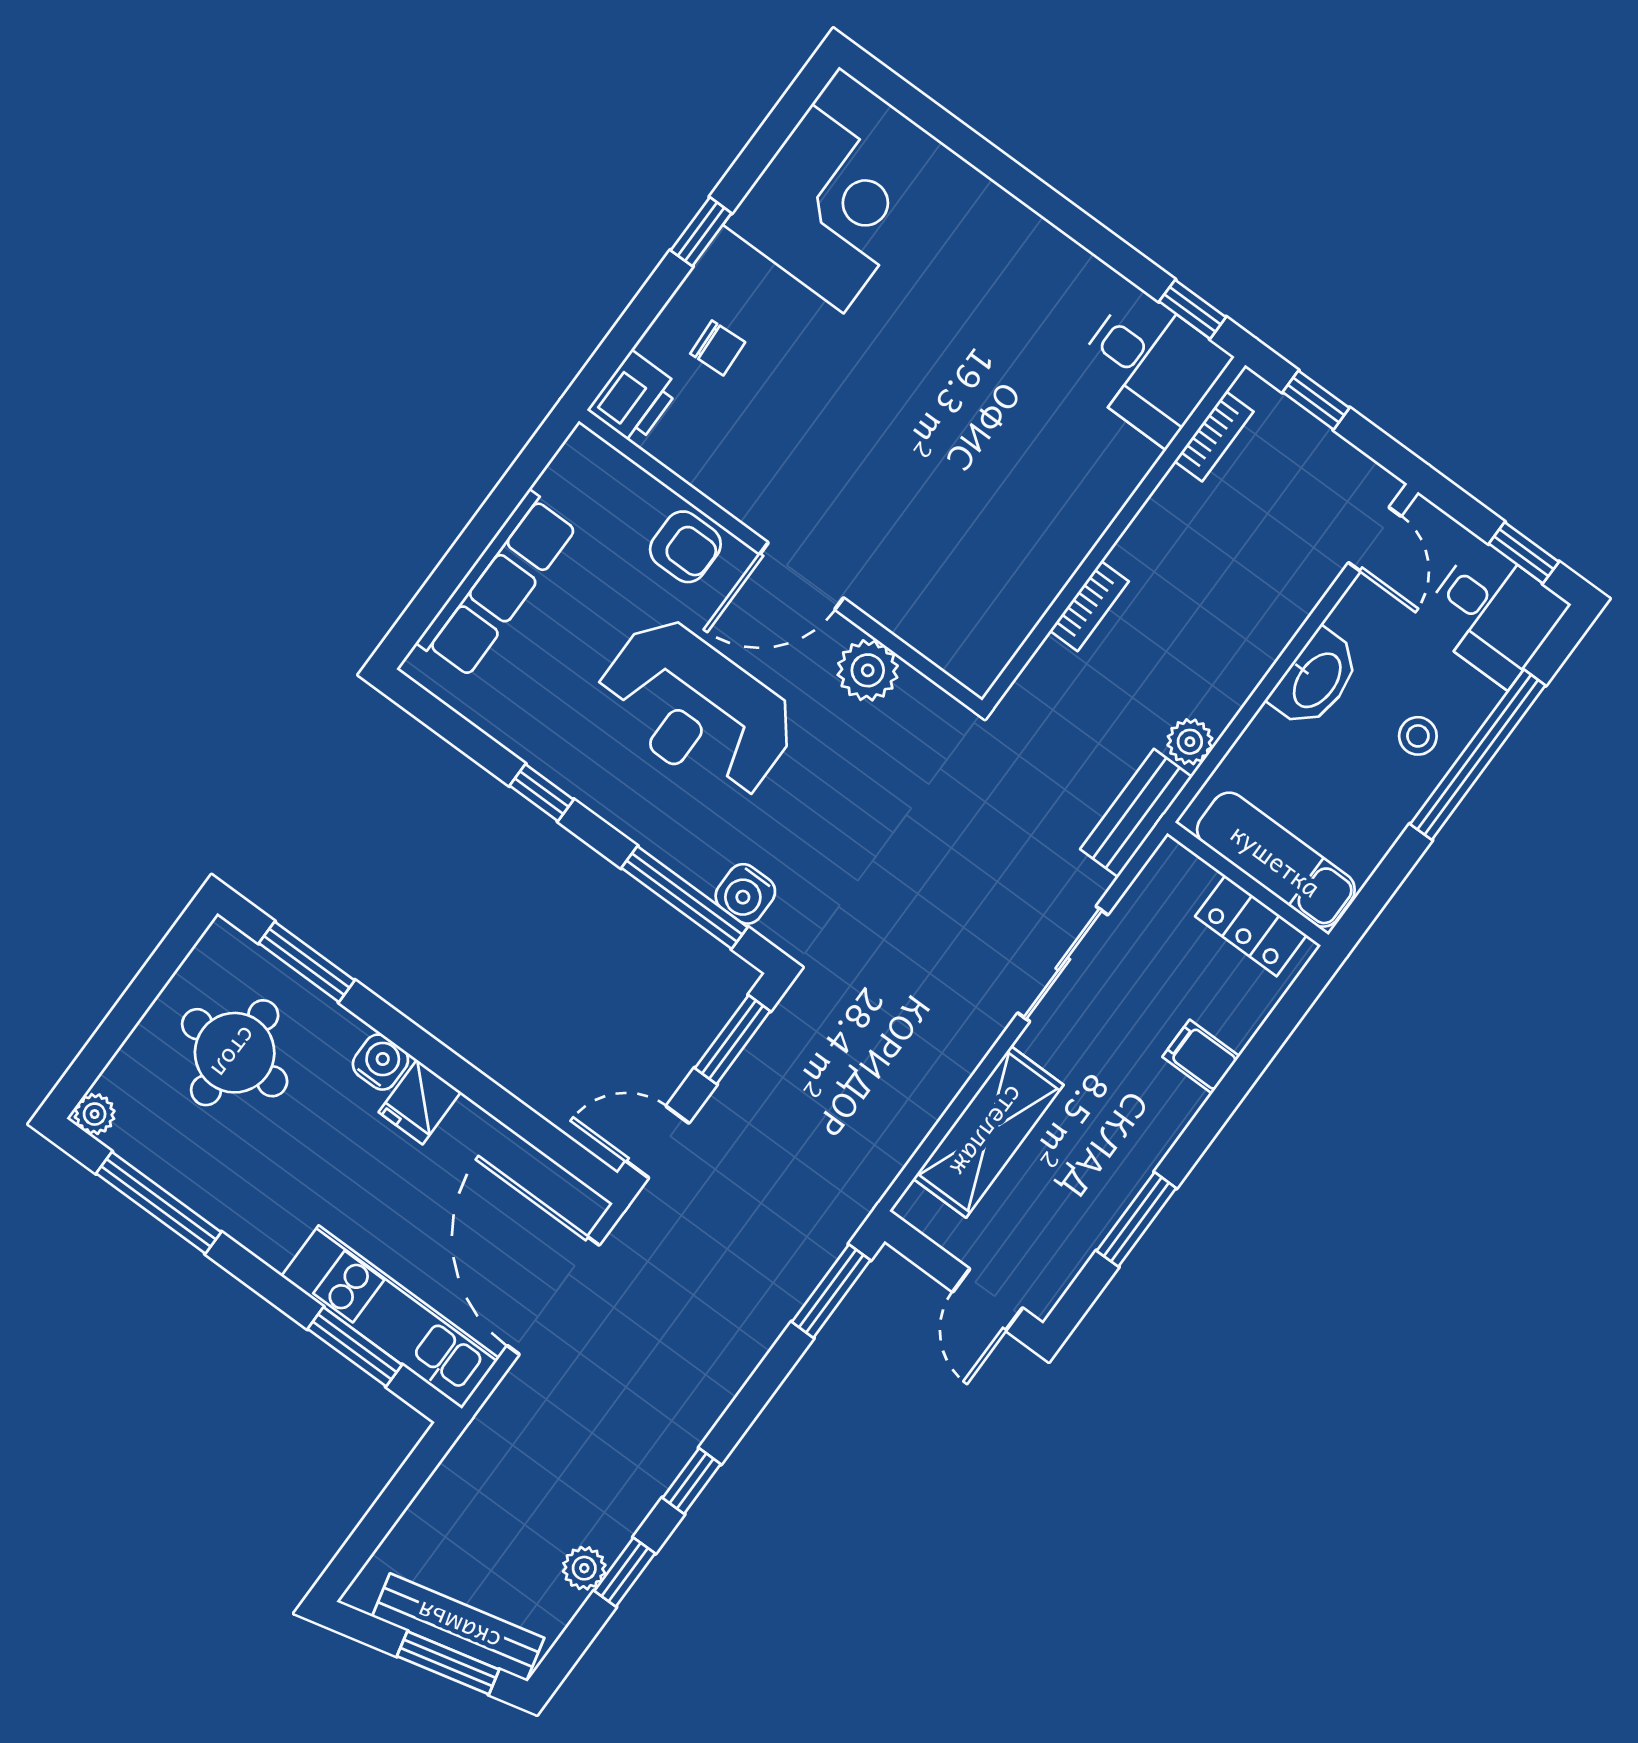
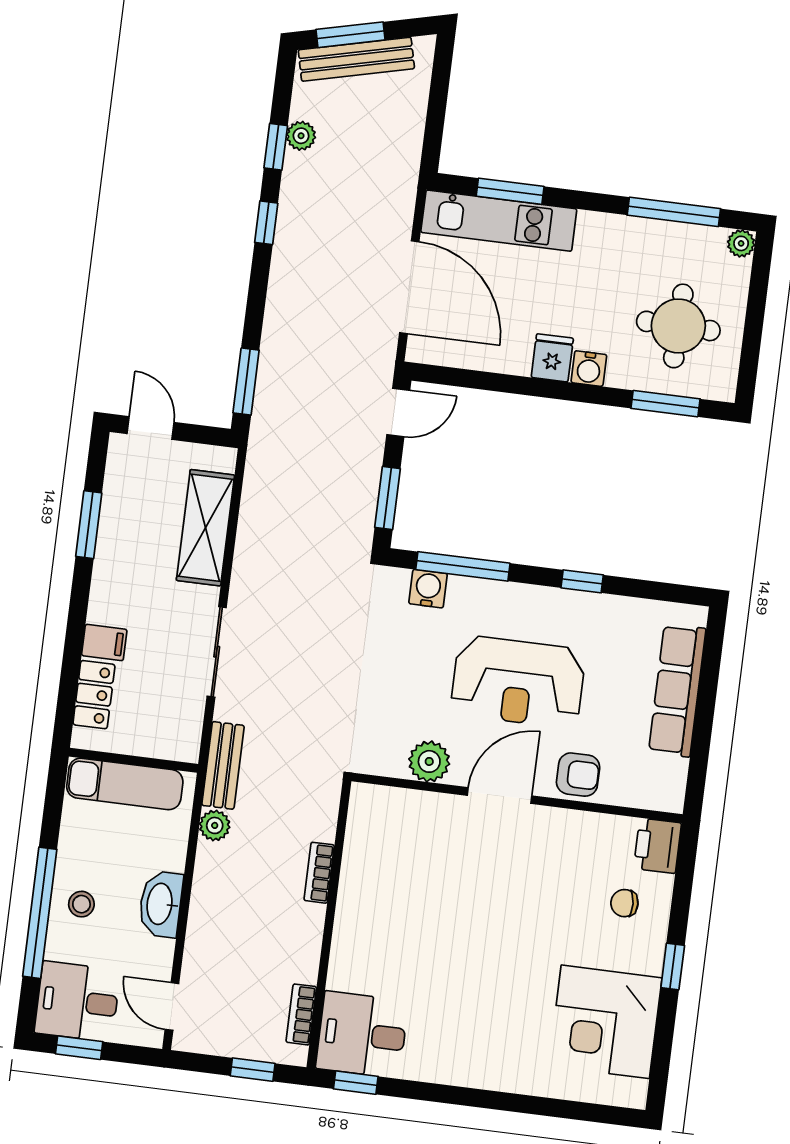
armchair: (685, 547) -> (578, 775), turned 180
reception desk: (696, 709) -> (518, 682), turned 180
locker: (1251, 926) -> (94, 695), moved, turned 90

